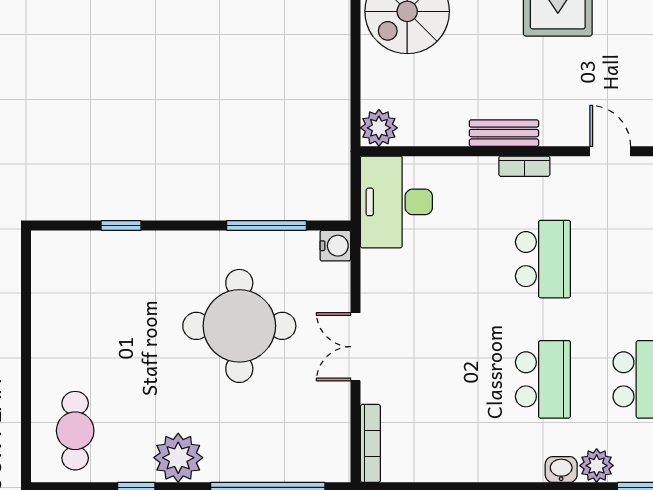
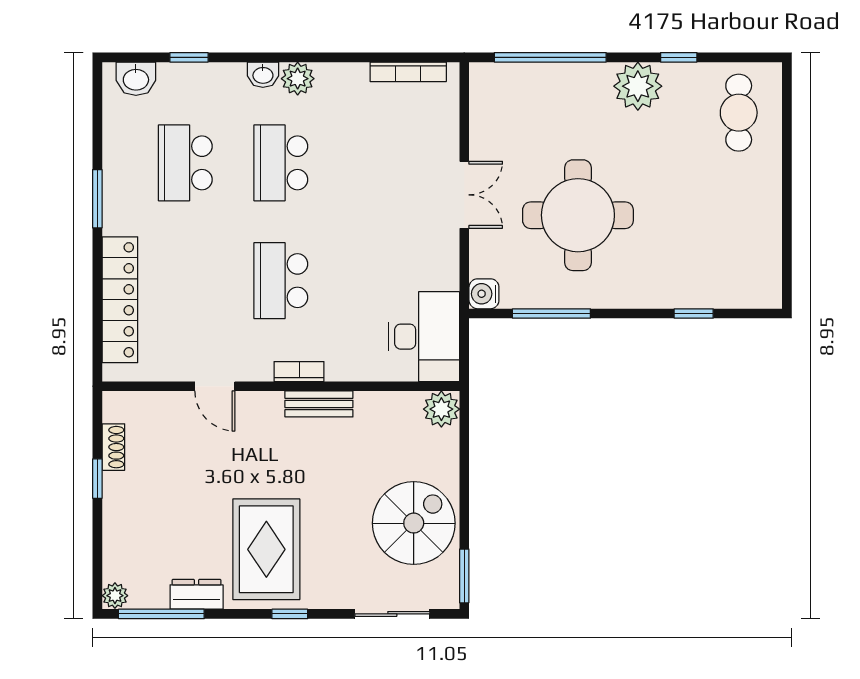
bookcase: (370, 443) -> (408, 72), moved, turned -90
plant: (597, 466) -> (298, 79), moved

